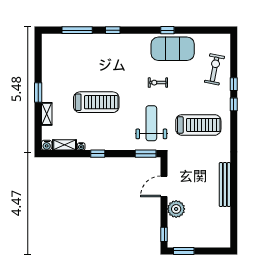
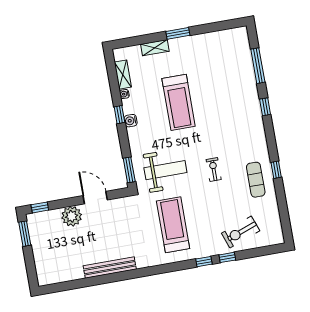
exercise mat: (173, 49) -> (256, 180), width x0.50, depth x0.69
exercise bike: (214, 69) -> (241, 232), turned 149
treadmill: (198, 125) -> (173, 225), turned 180
water cooler: (47, 145) -> (131, 121), moved

